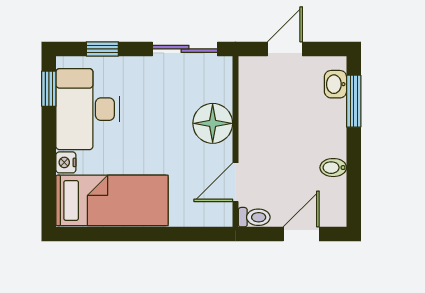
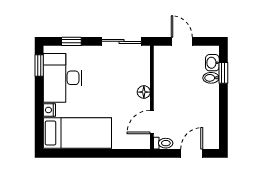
door: (285, 49) -> (182, 41), hinge flipped
window: (354, 101) -> (223, 73), width x0.67
floor lamp: (213, 123) -> (144, 92), width x0.53, depth x0.53
bidet: (333, 168) -> (211, 78), moved

